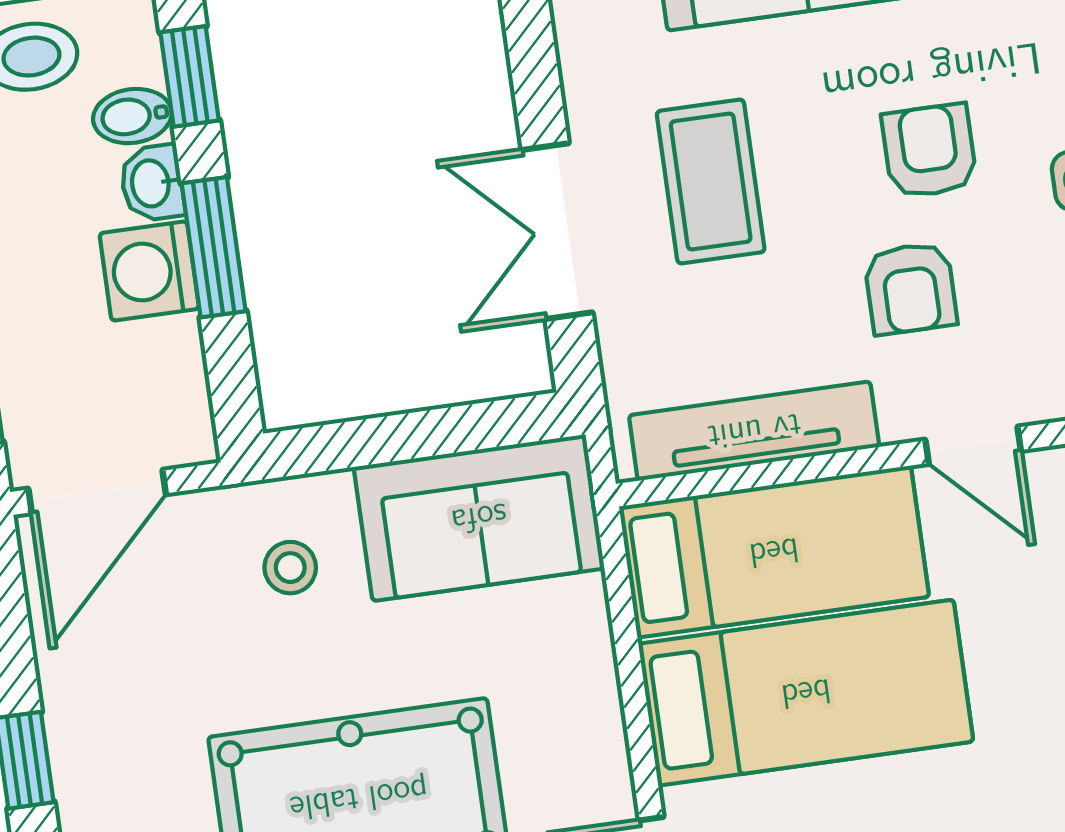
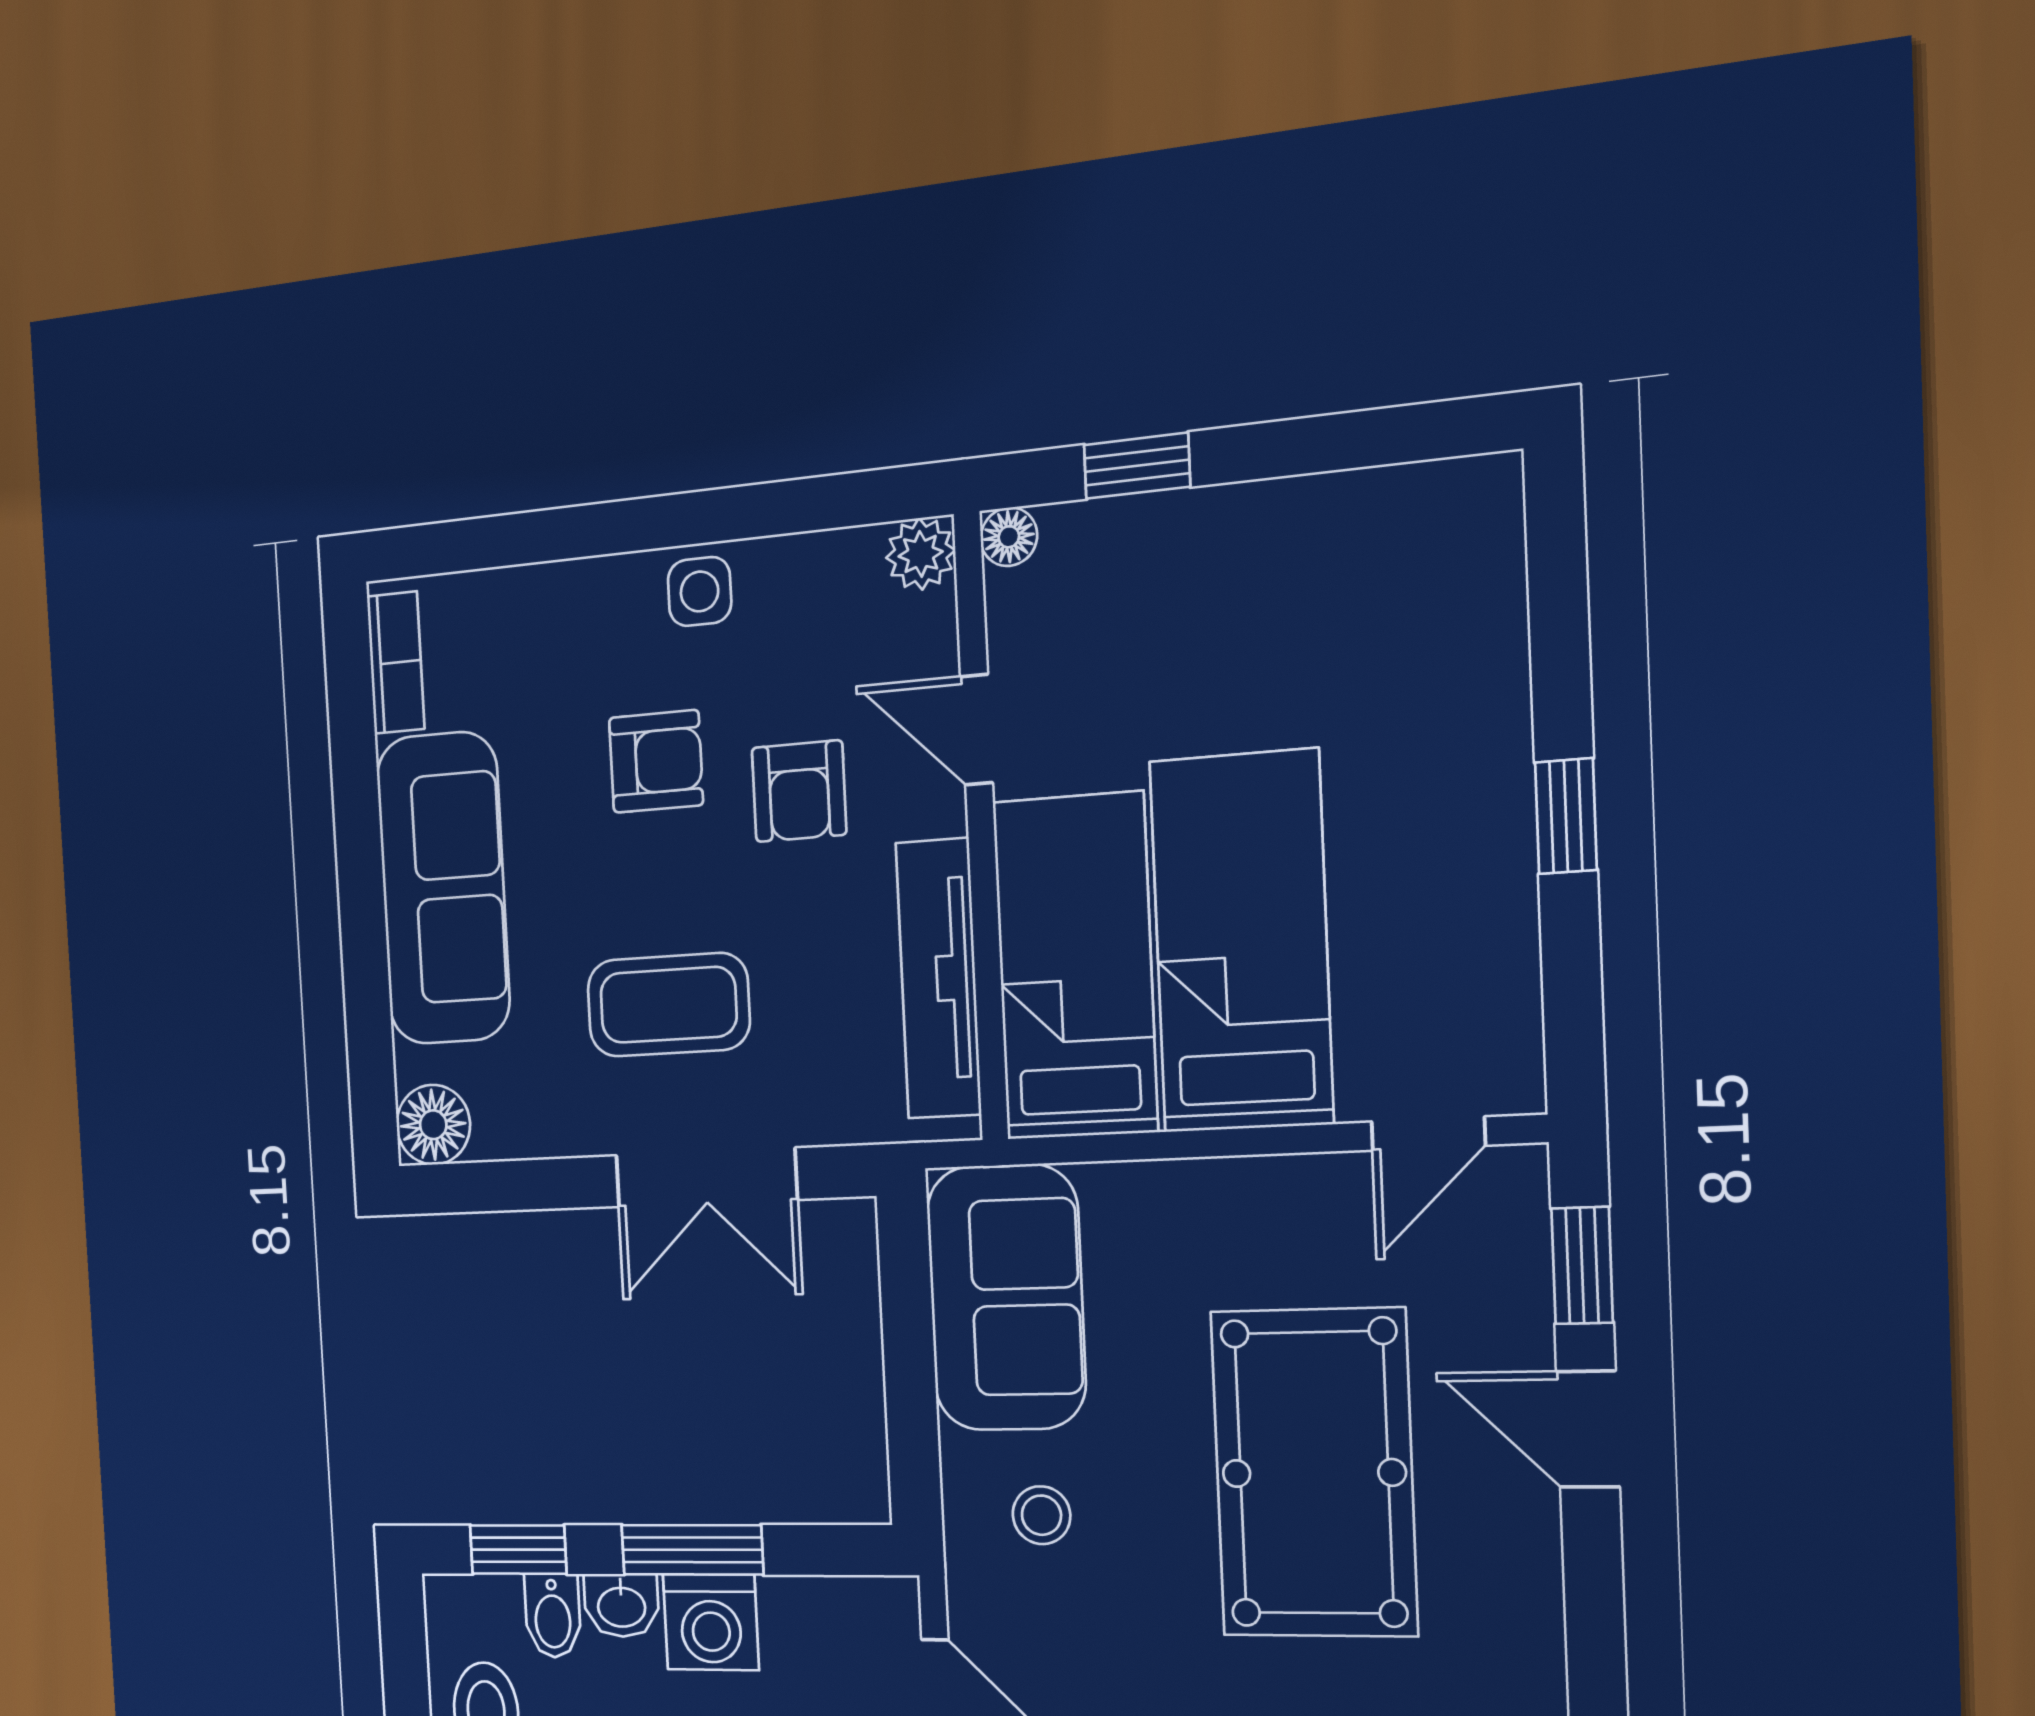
armchair: (929, 151) -> (656, 761), turned 180
armchair: (910, 288) -> (799, 791), turned 90
door: (973, 445) -> (976, 730), swing flipped

